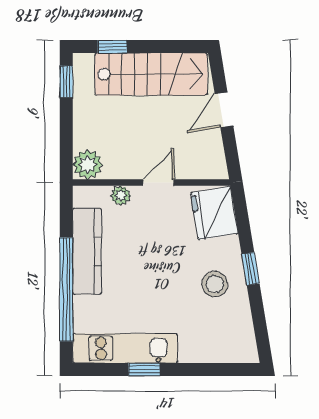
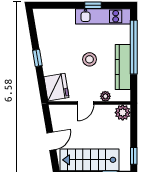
stool: (215, 284) -> (89, 59), moved

